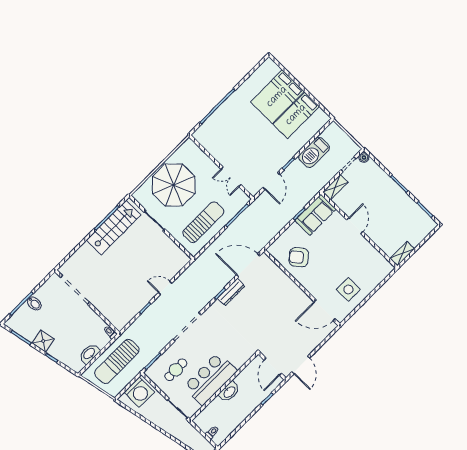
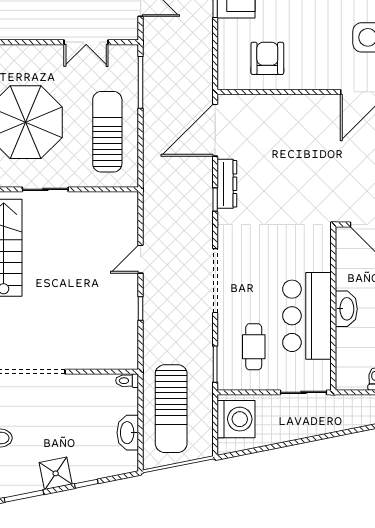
armchair: (299, 257) -> (267, 58), turned 130

